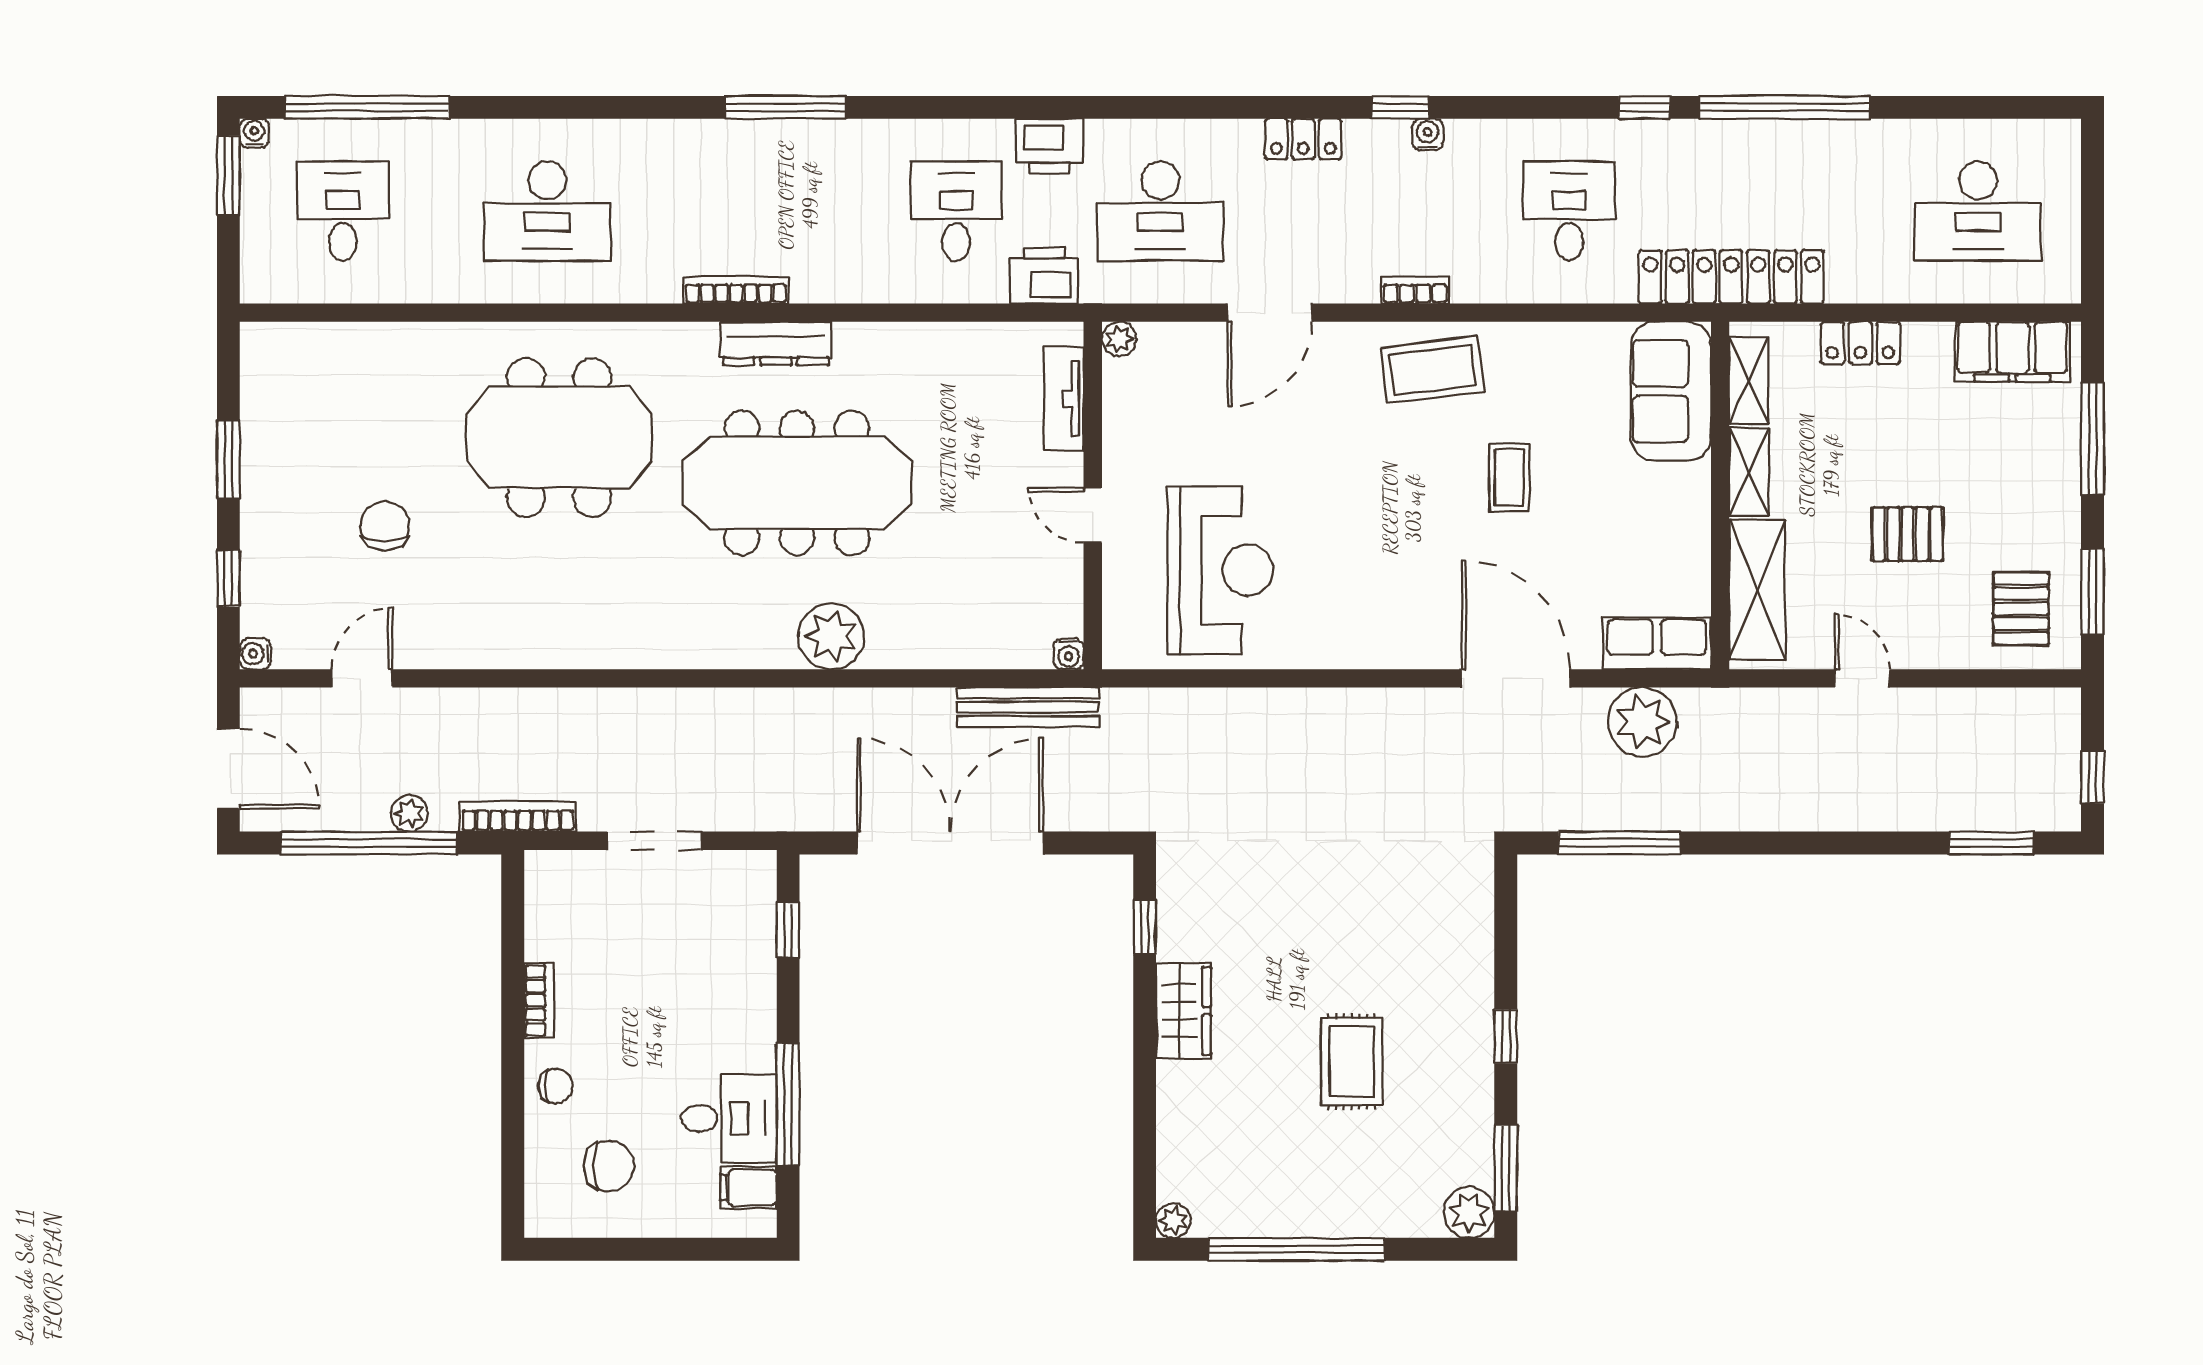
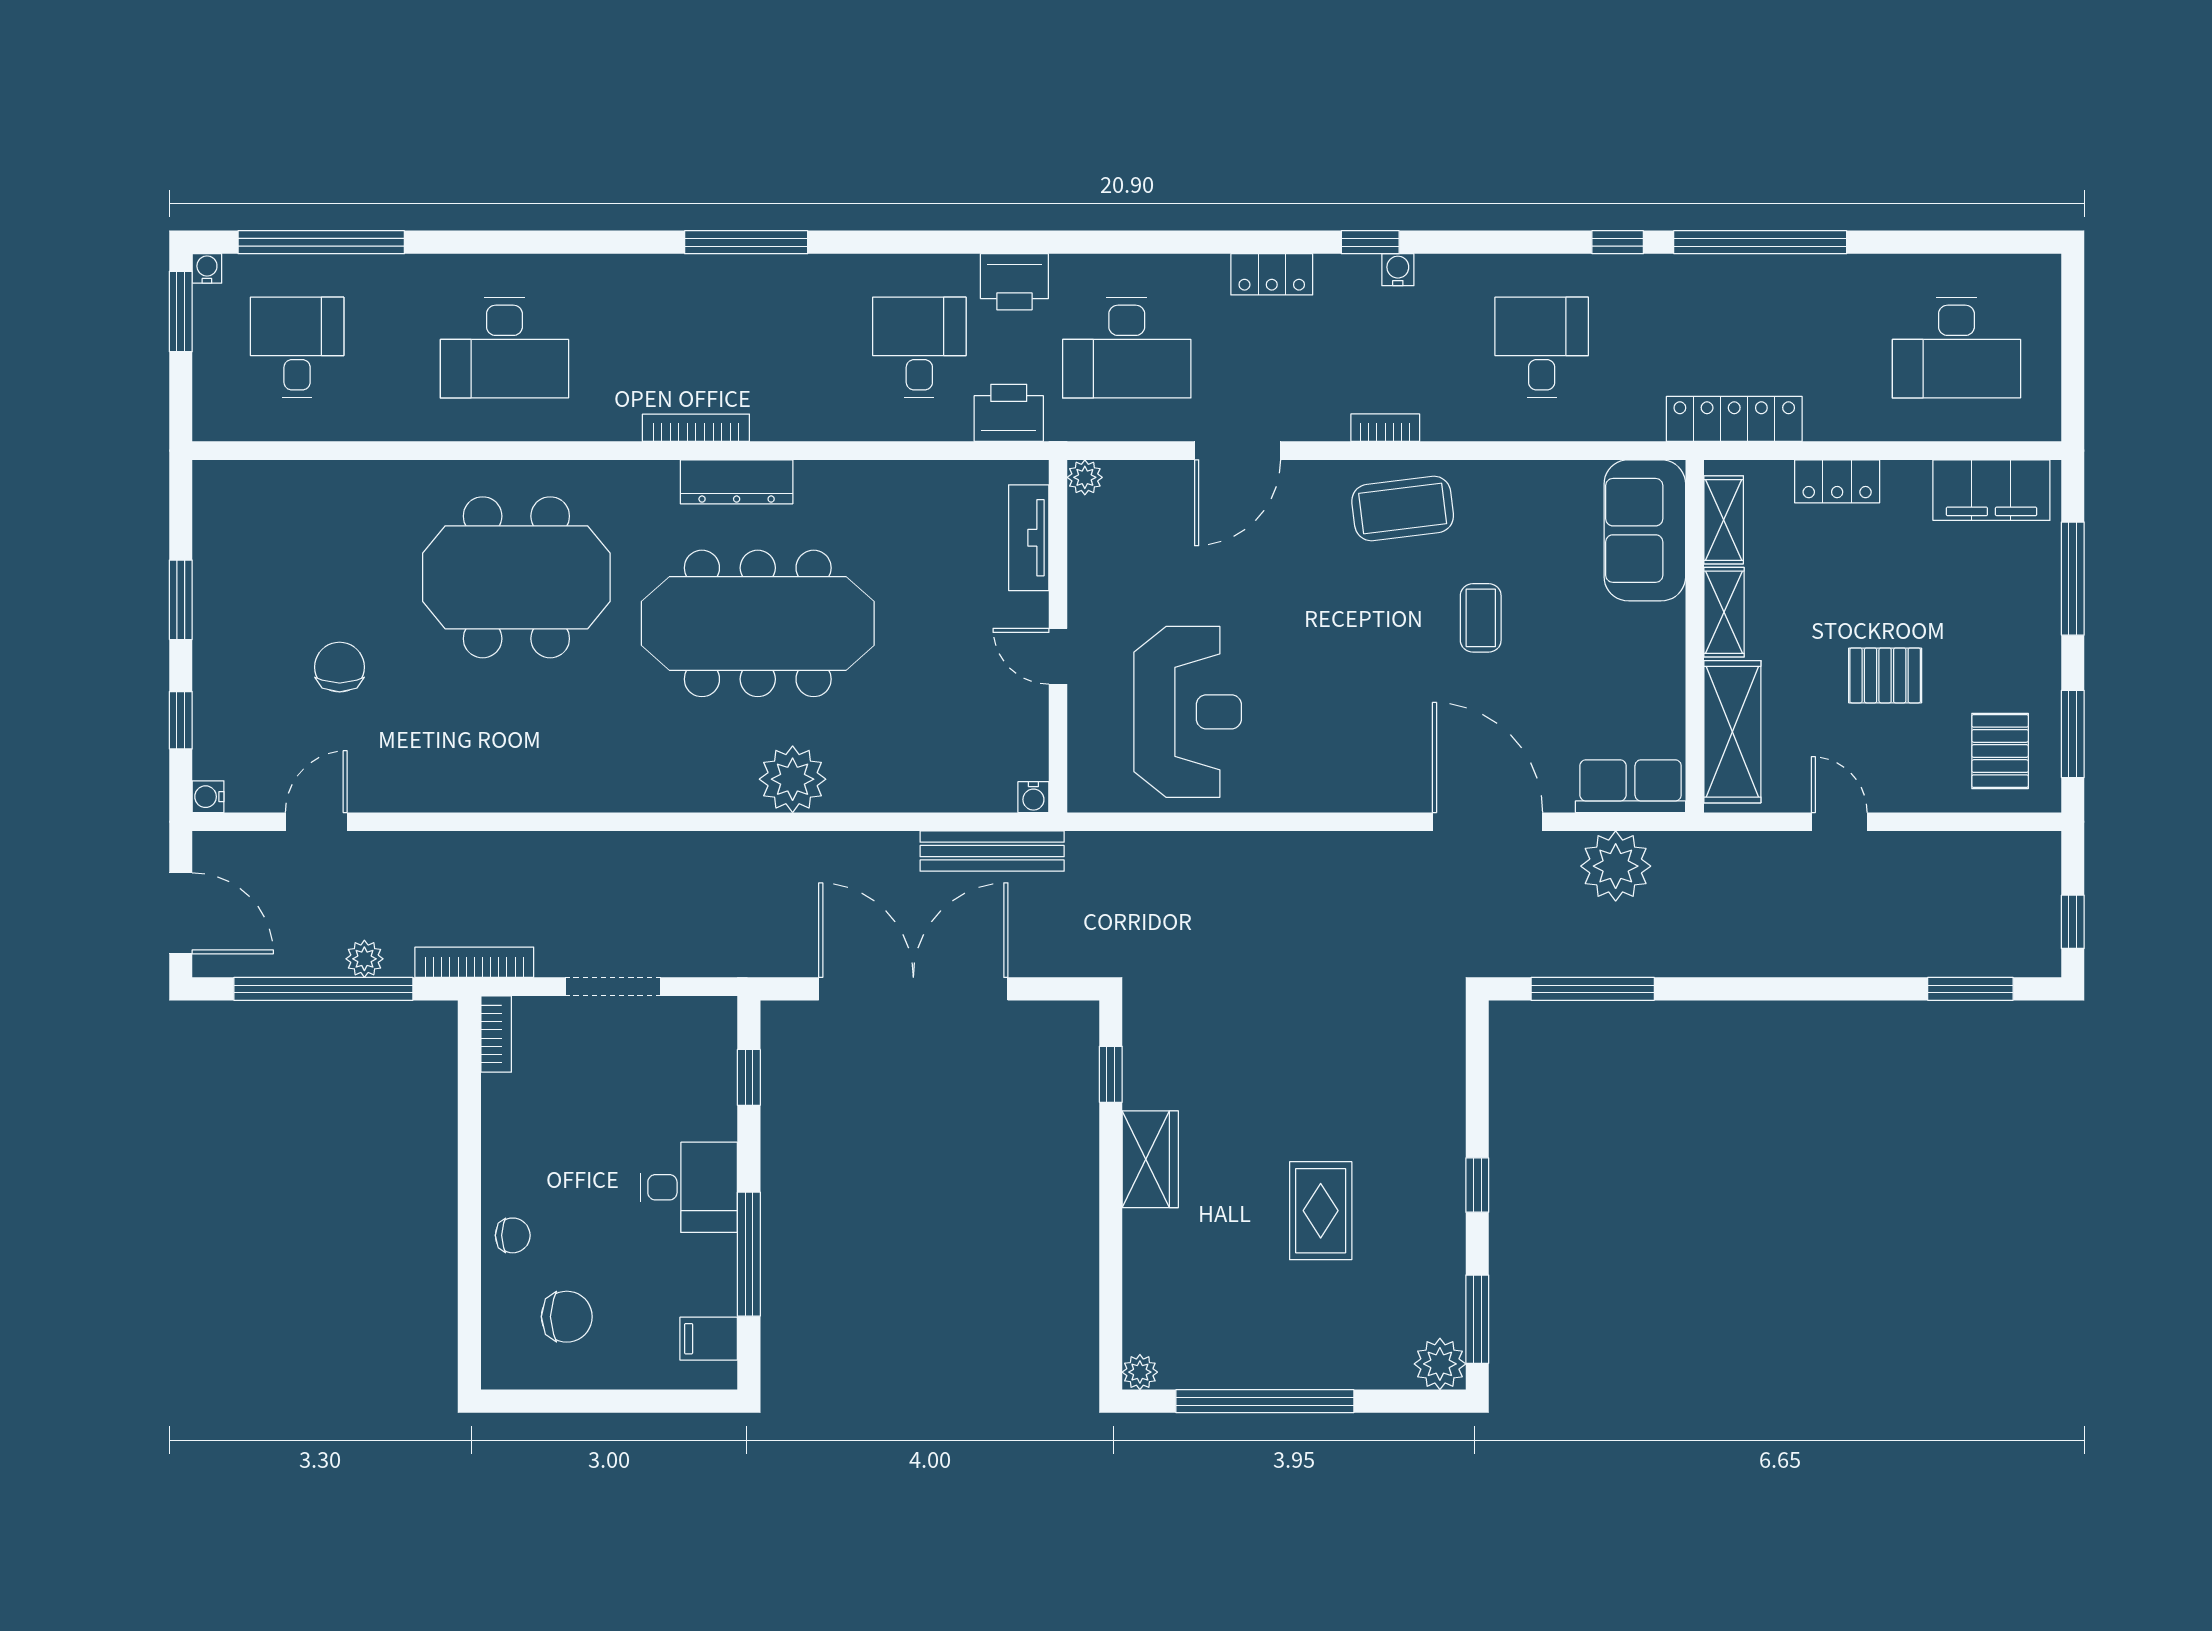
locker: (1731, 277) -> (1734, 419), width x0.71, depth x0.83
bookcase: (539, 1000) -> (496, 1034), moved
desk: (729, 1118) -> (689, 1187), moved

